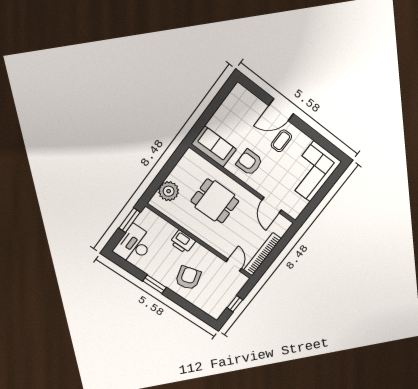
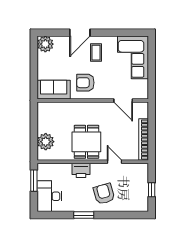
plant: (239, 95) -> (45, 44), added
dining table: (215, 201) -> (86, 142), moved, turned 90
door: (234, 265) -> (114, 162), moved

